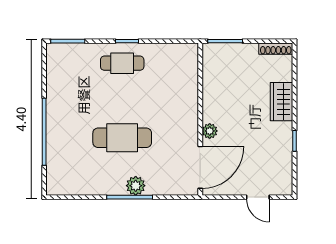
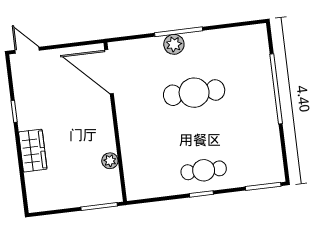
shoe rack: (276, 49) -> (45, 205), removed
plant: (210, 131) -> (110, 161), moved
door: (200, 167) -> (109, 72), hinge flipped
door: (258, 197) -> (27, 50), moved

